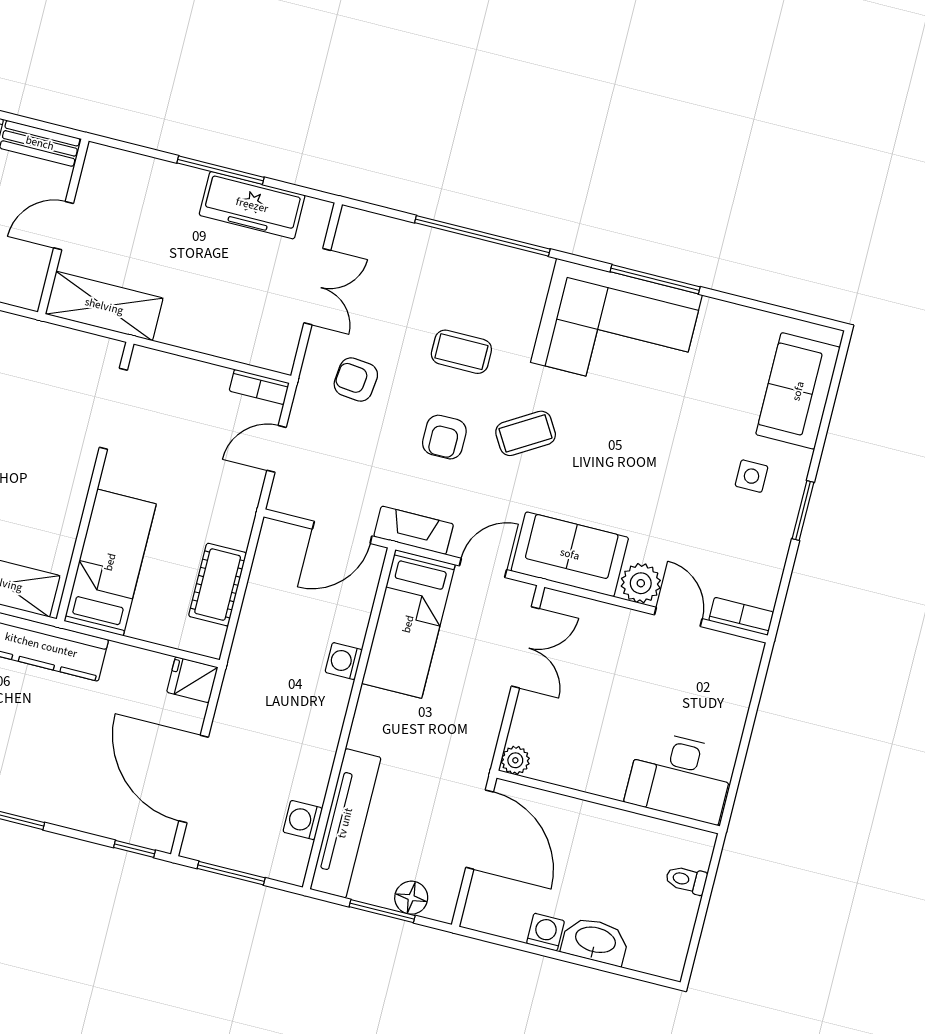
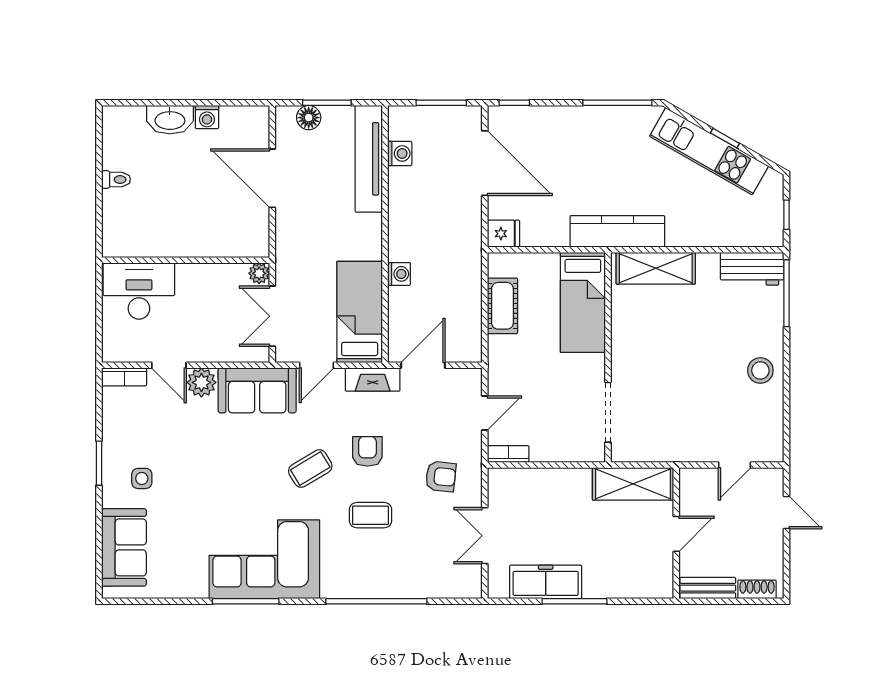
plant: (515, 760) -> (259, 273), moved
desk: (680, 777) -> (139, 291), moved
wall: (608, 802) -> (186, 260), moved

